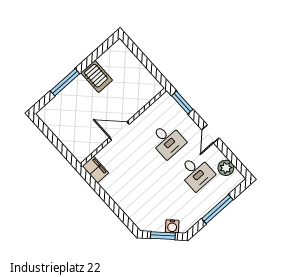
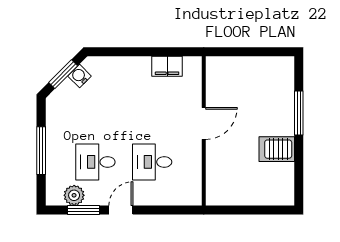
window: (182, 102) -> (84, 210), moved
door: (210, 134) -> (121, 210), hinge flipped
filing cabinet: (95, 169) -> (167, 66), moved
water cooler: (172, 226) -> (80, 76), moved

